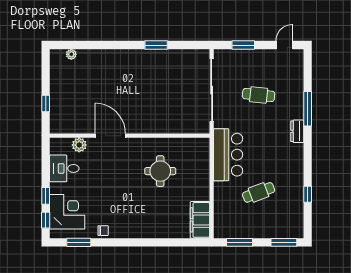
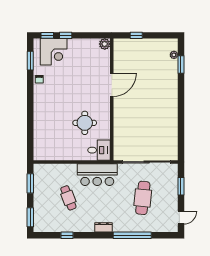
window: (156, 45) -> (181, 64), moved
door: (284, 45) -> (181, 218), hinge flipped
cafe table: (259, 95) -> (143, 198), width x1.37, depth x1.35
window: (308, 109) -> (132, 235), width x1.46
dresser: (297, 131) -> (103, 227), moved
plant: (79, 145) -> (105, 44), moved
desk: (64, 168) -> (99, 150), moved, turned 90
filing cabinet: (200, 220) -> (47, 153), removed

